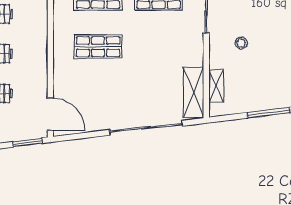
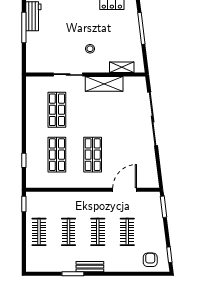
shelving: (194, 92) -> (104, 84), moved
door: (50, 114) -> (125, 190), moved

